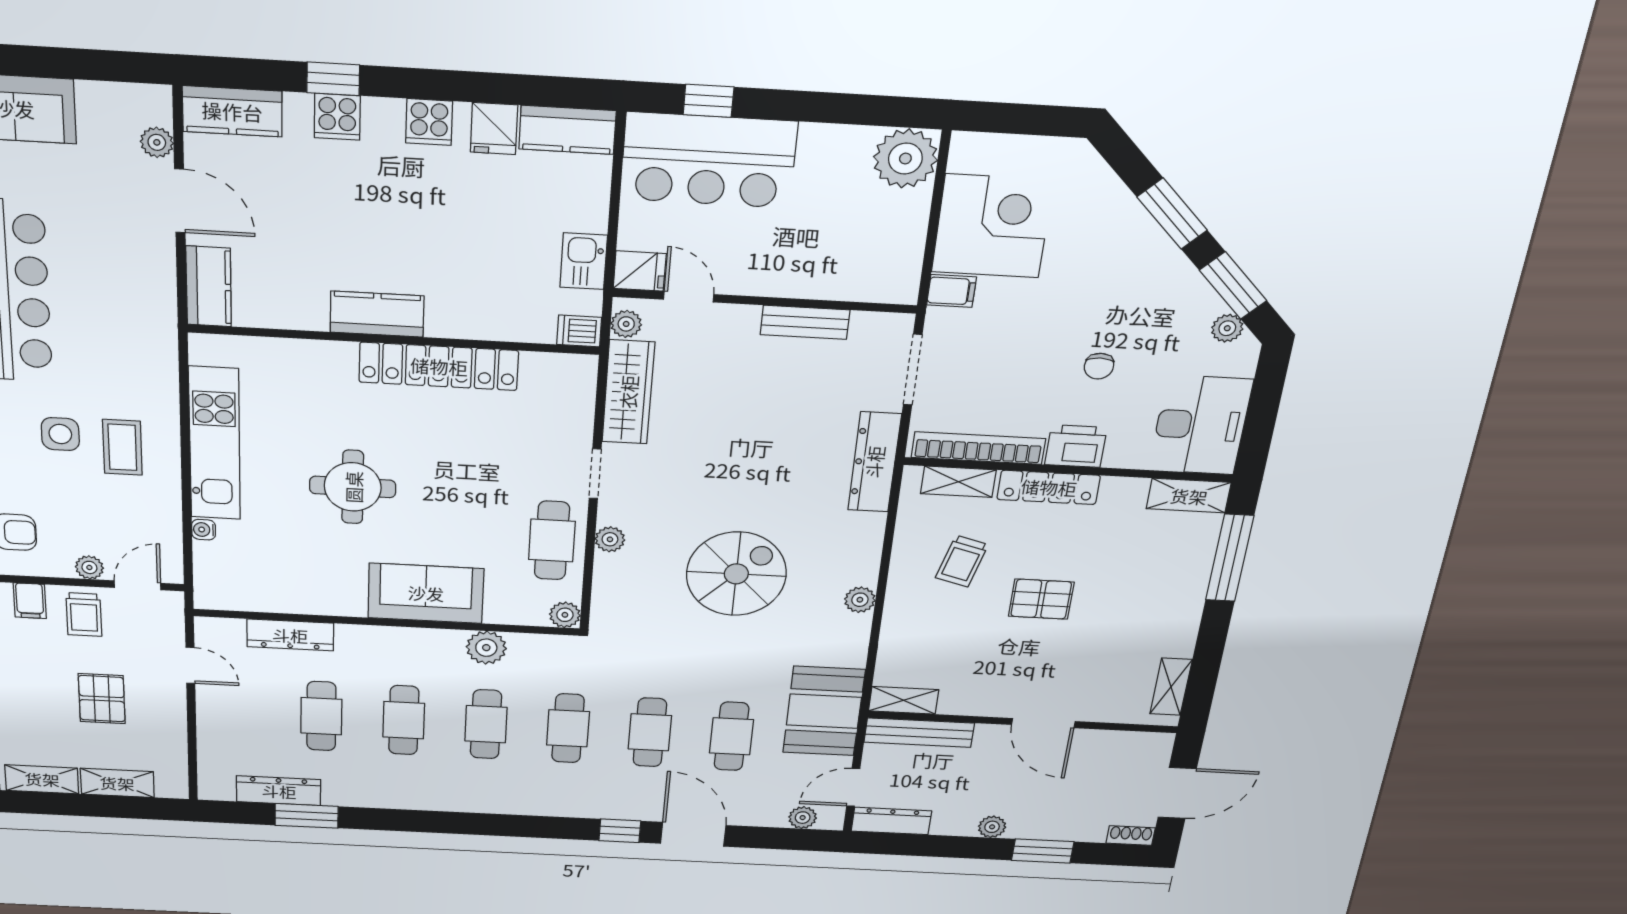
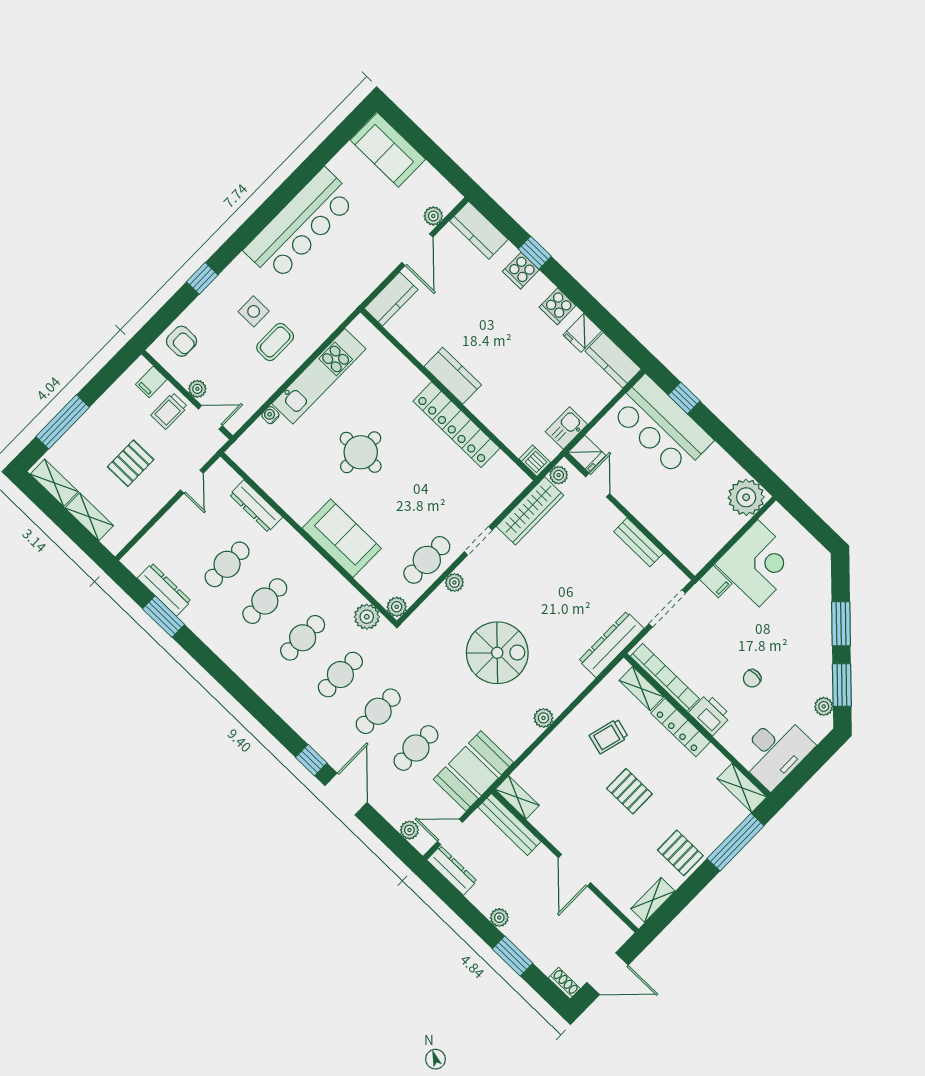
pallet: (1165, 617) -> (680, 853), added
plant: (486, 648) -> (367, 617), moved

